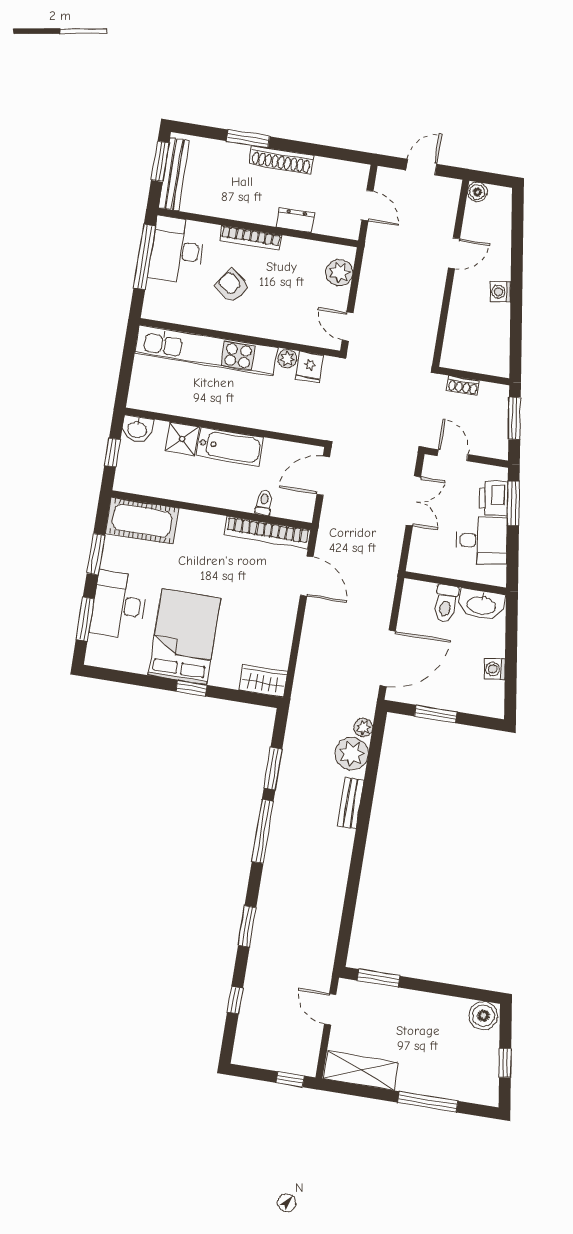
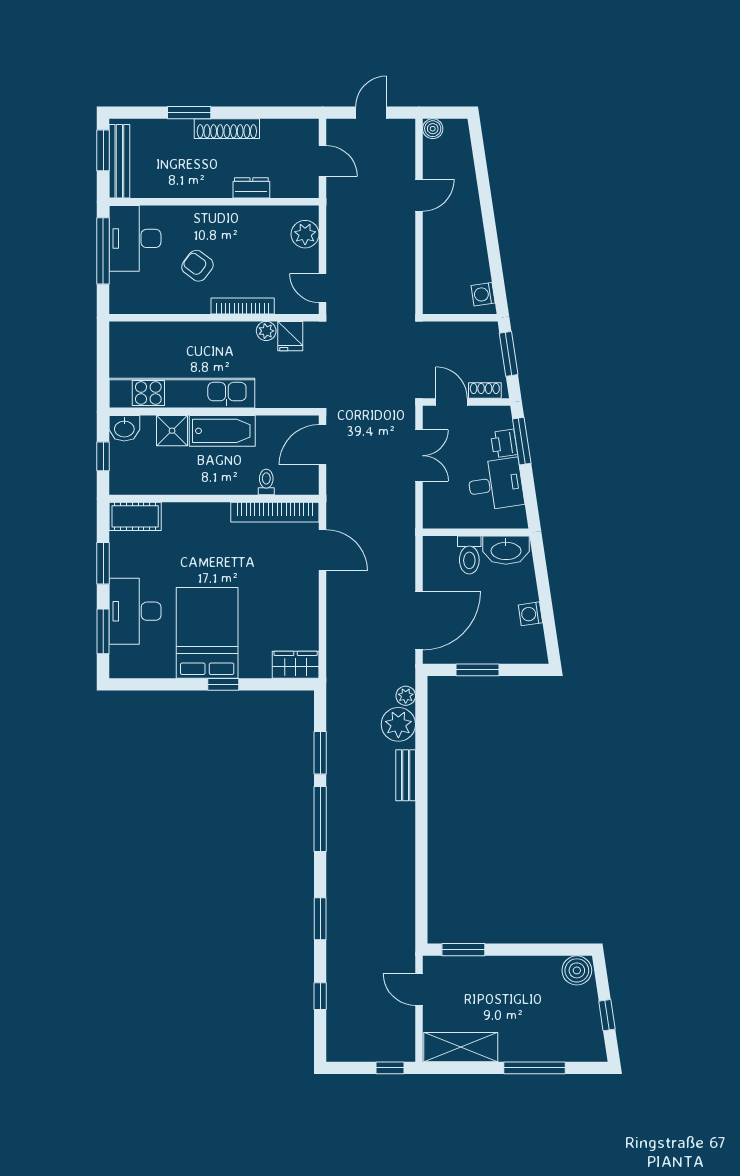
bookcase: (250, 238) -> (243, 306), moved, turned 180
washing machine: (500, 292) -> (483, 294), moved
kitchen unit: (206, 351) -> (182, 393), moved, turned 180
shoe rack: (463, 386) -> (485, 391), moved, turned 180
printer: (493, 498) -> (504, 444), width x0.73, depth x0.81
cot: (142, 521) -> (135, 516), width x0.73, depth x0.75

